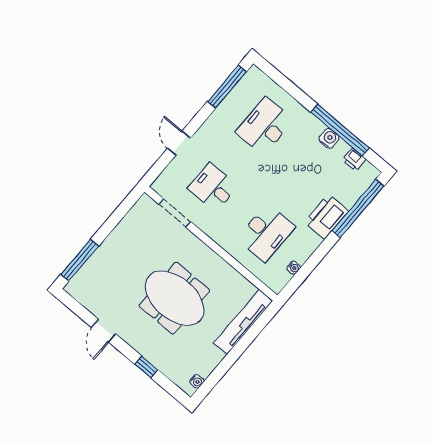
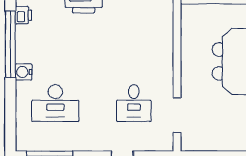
water cooler: (329, 138) -> (24, 72), moved
desk: (266, 233) -> (134, 34), removed

